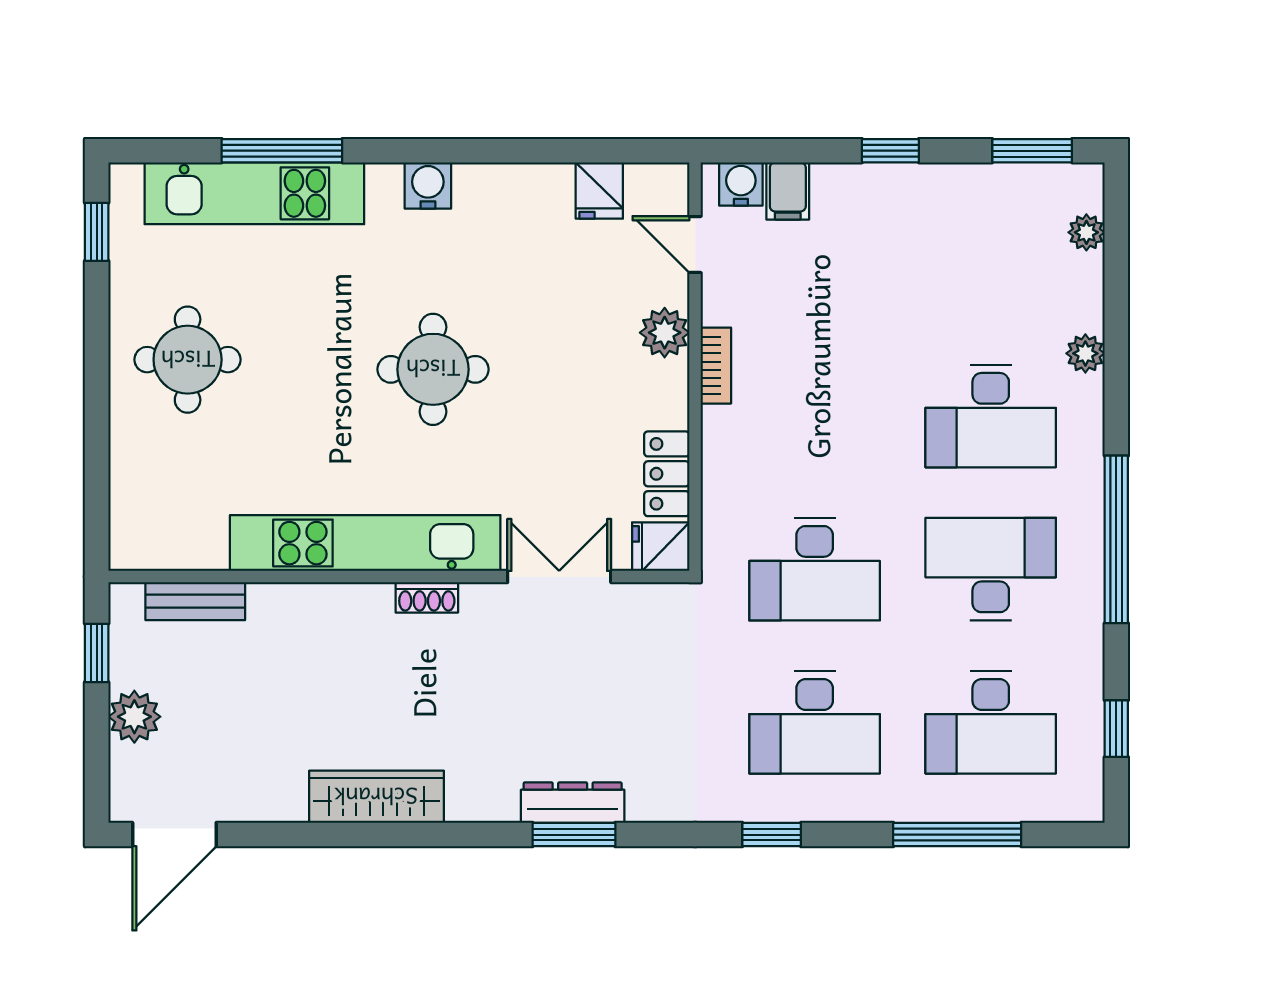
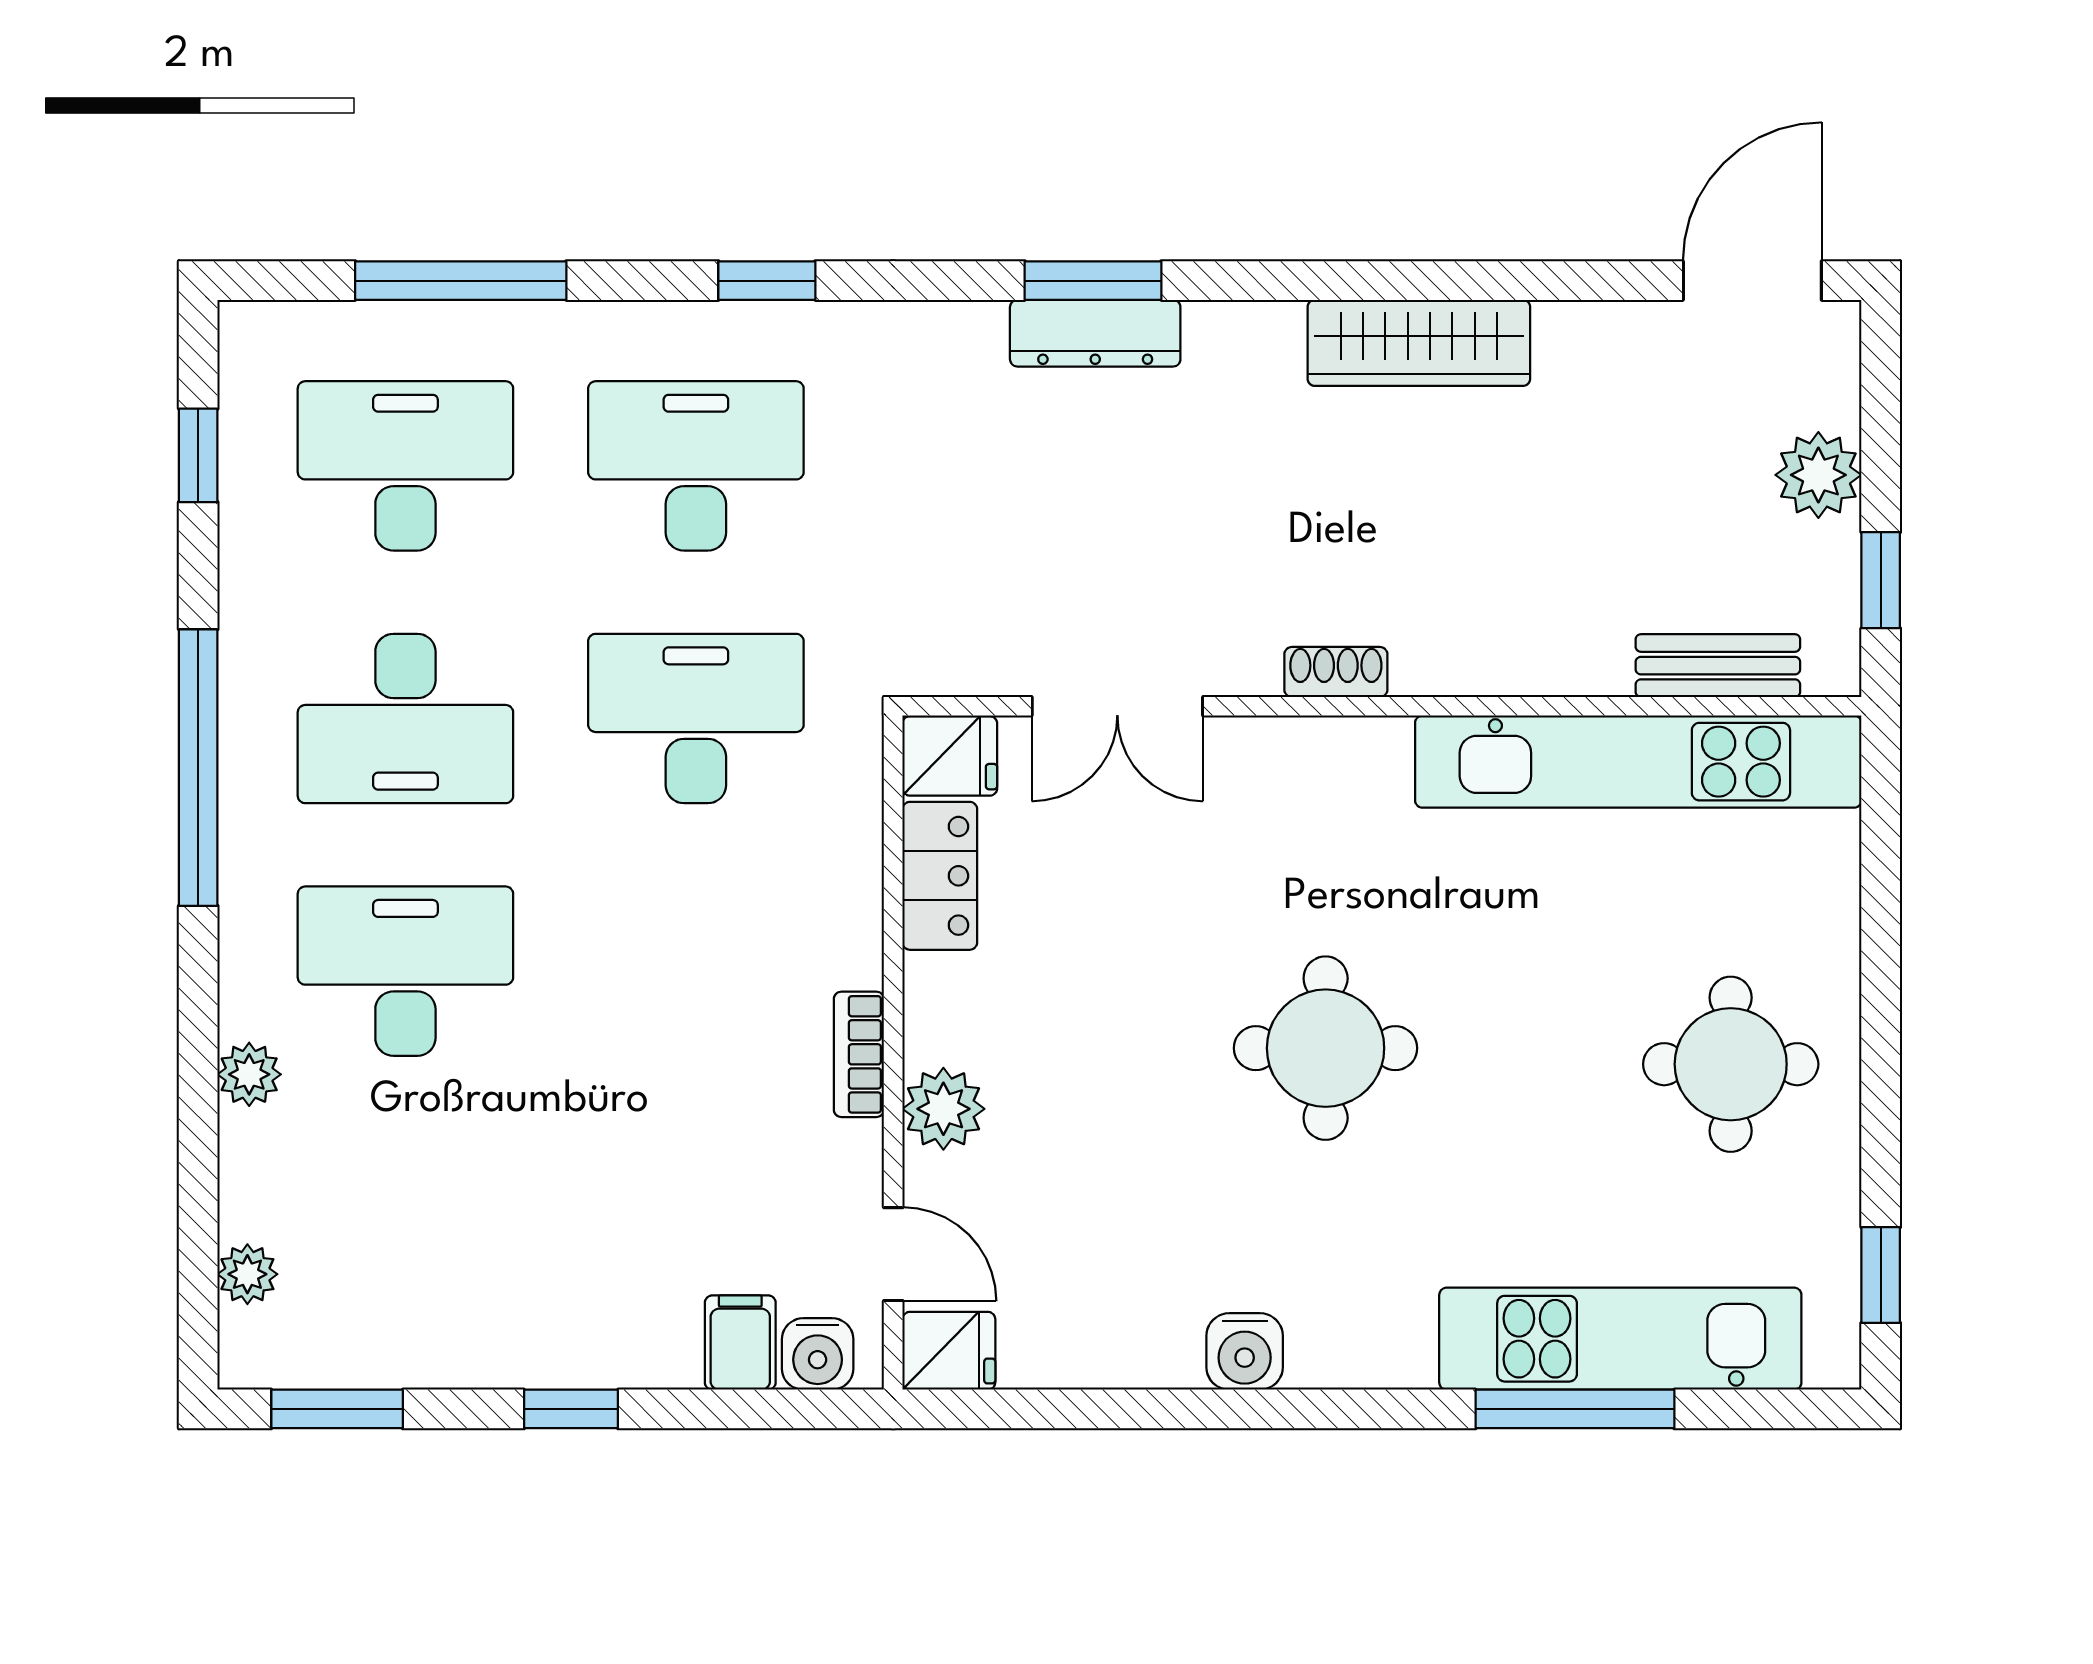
water cooler: (428, 186) -> (1245, 1351), moved
fridge: (599, 190) -> (949, 1351), moved, turned 90
kitchen unit: (365, 543) -> (1638, 762), moved

